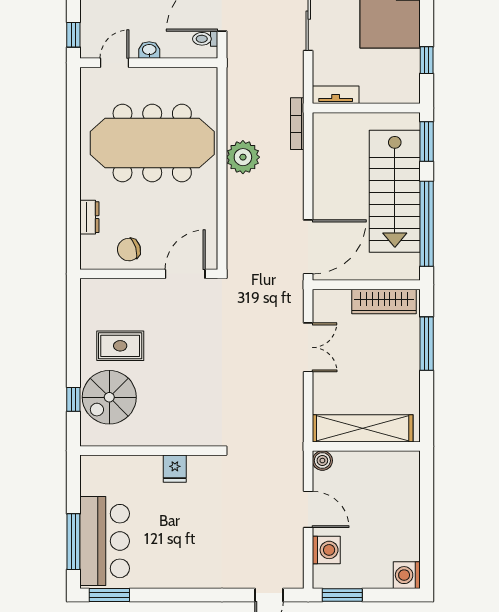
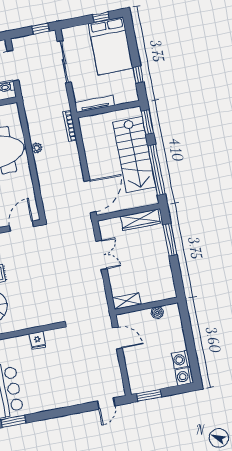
tv unit: (336, 95) -> (95, 104), width x1.41
plant: (243, 157) -> (37, 148), width x0.53, depth x0.53
shelving: (363, 428) -> (127, 301), width x0.45, depth x0.75
boiler: (322, 461) -> (157, 313), moved
door: (308, 509) -> (117, 338), moved
washing machine: (326, 550) -> (181, 360), moved, turned 180

